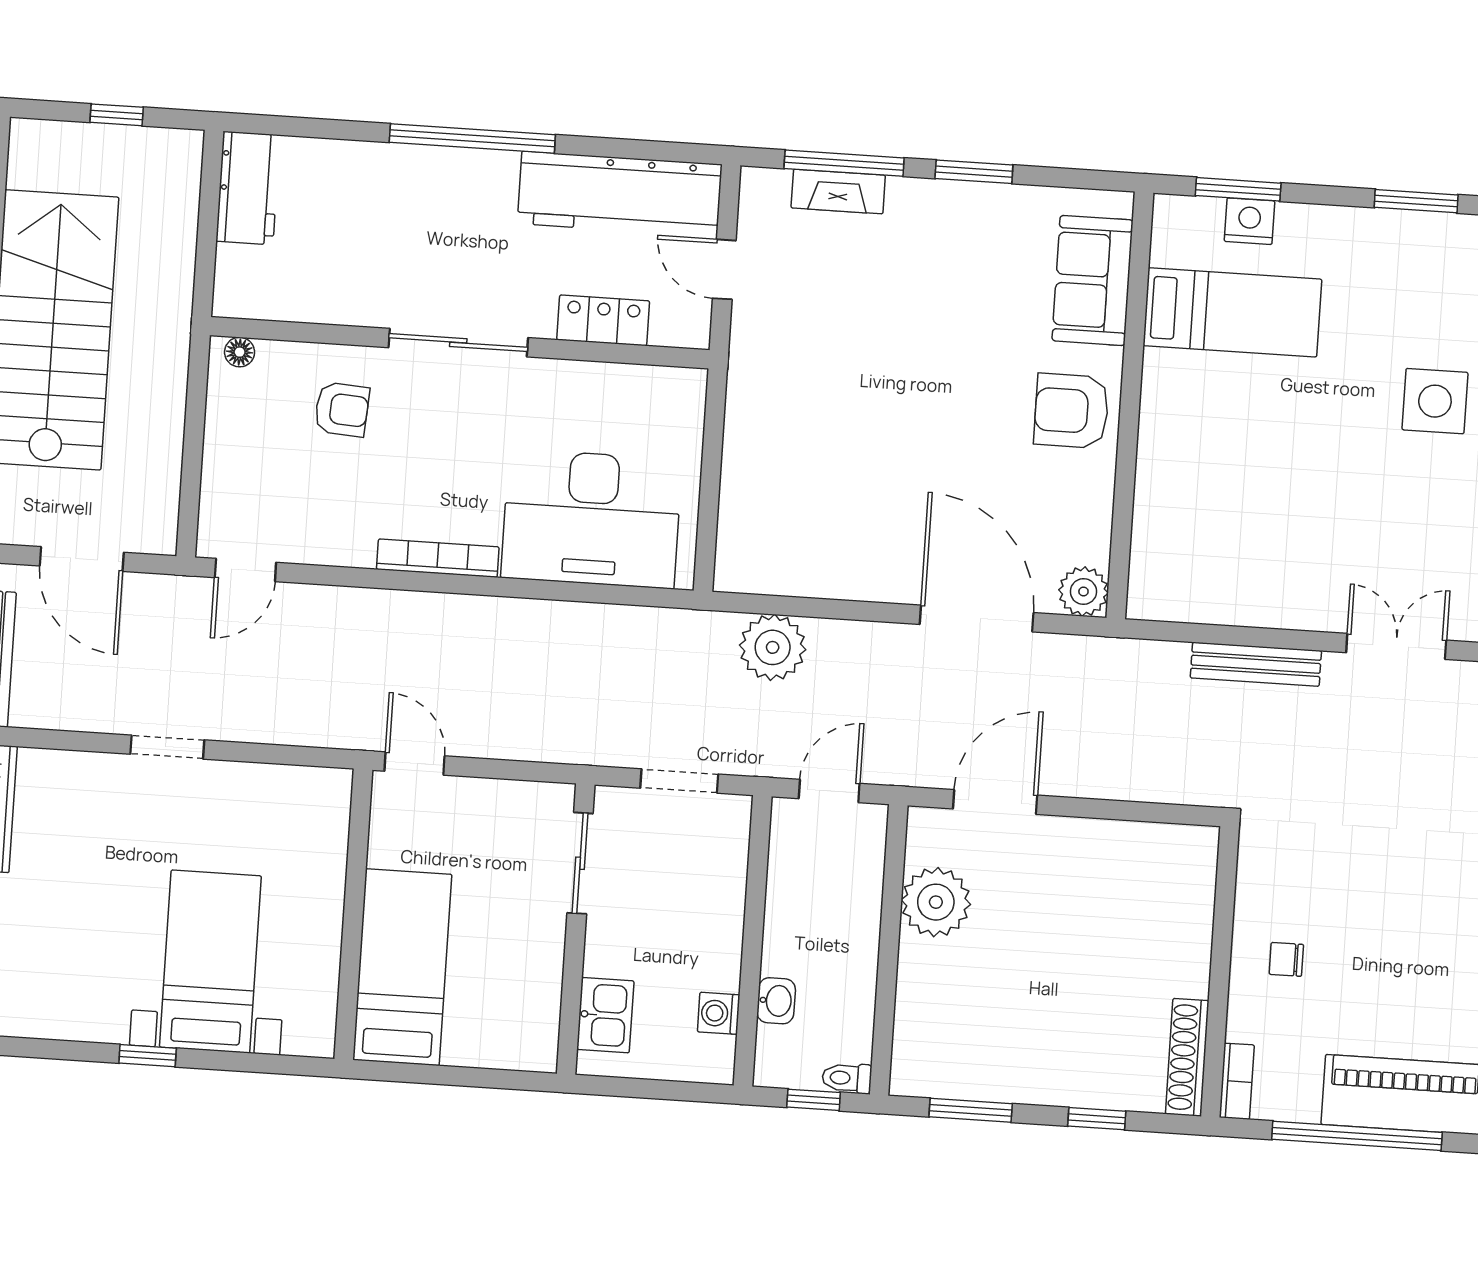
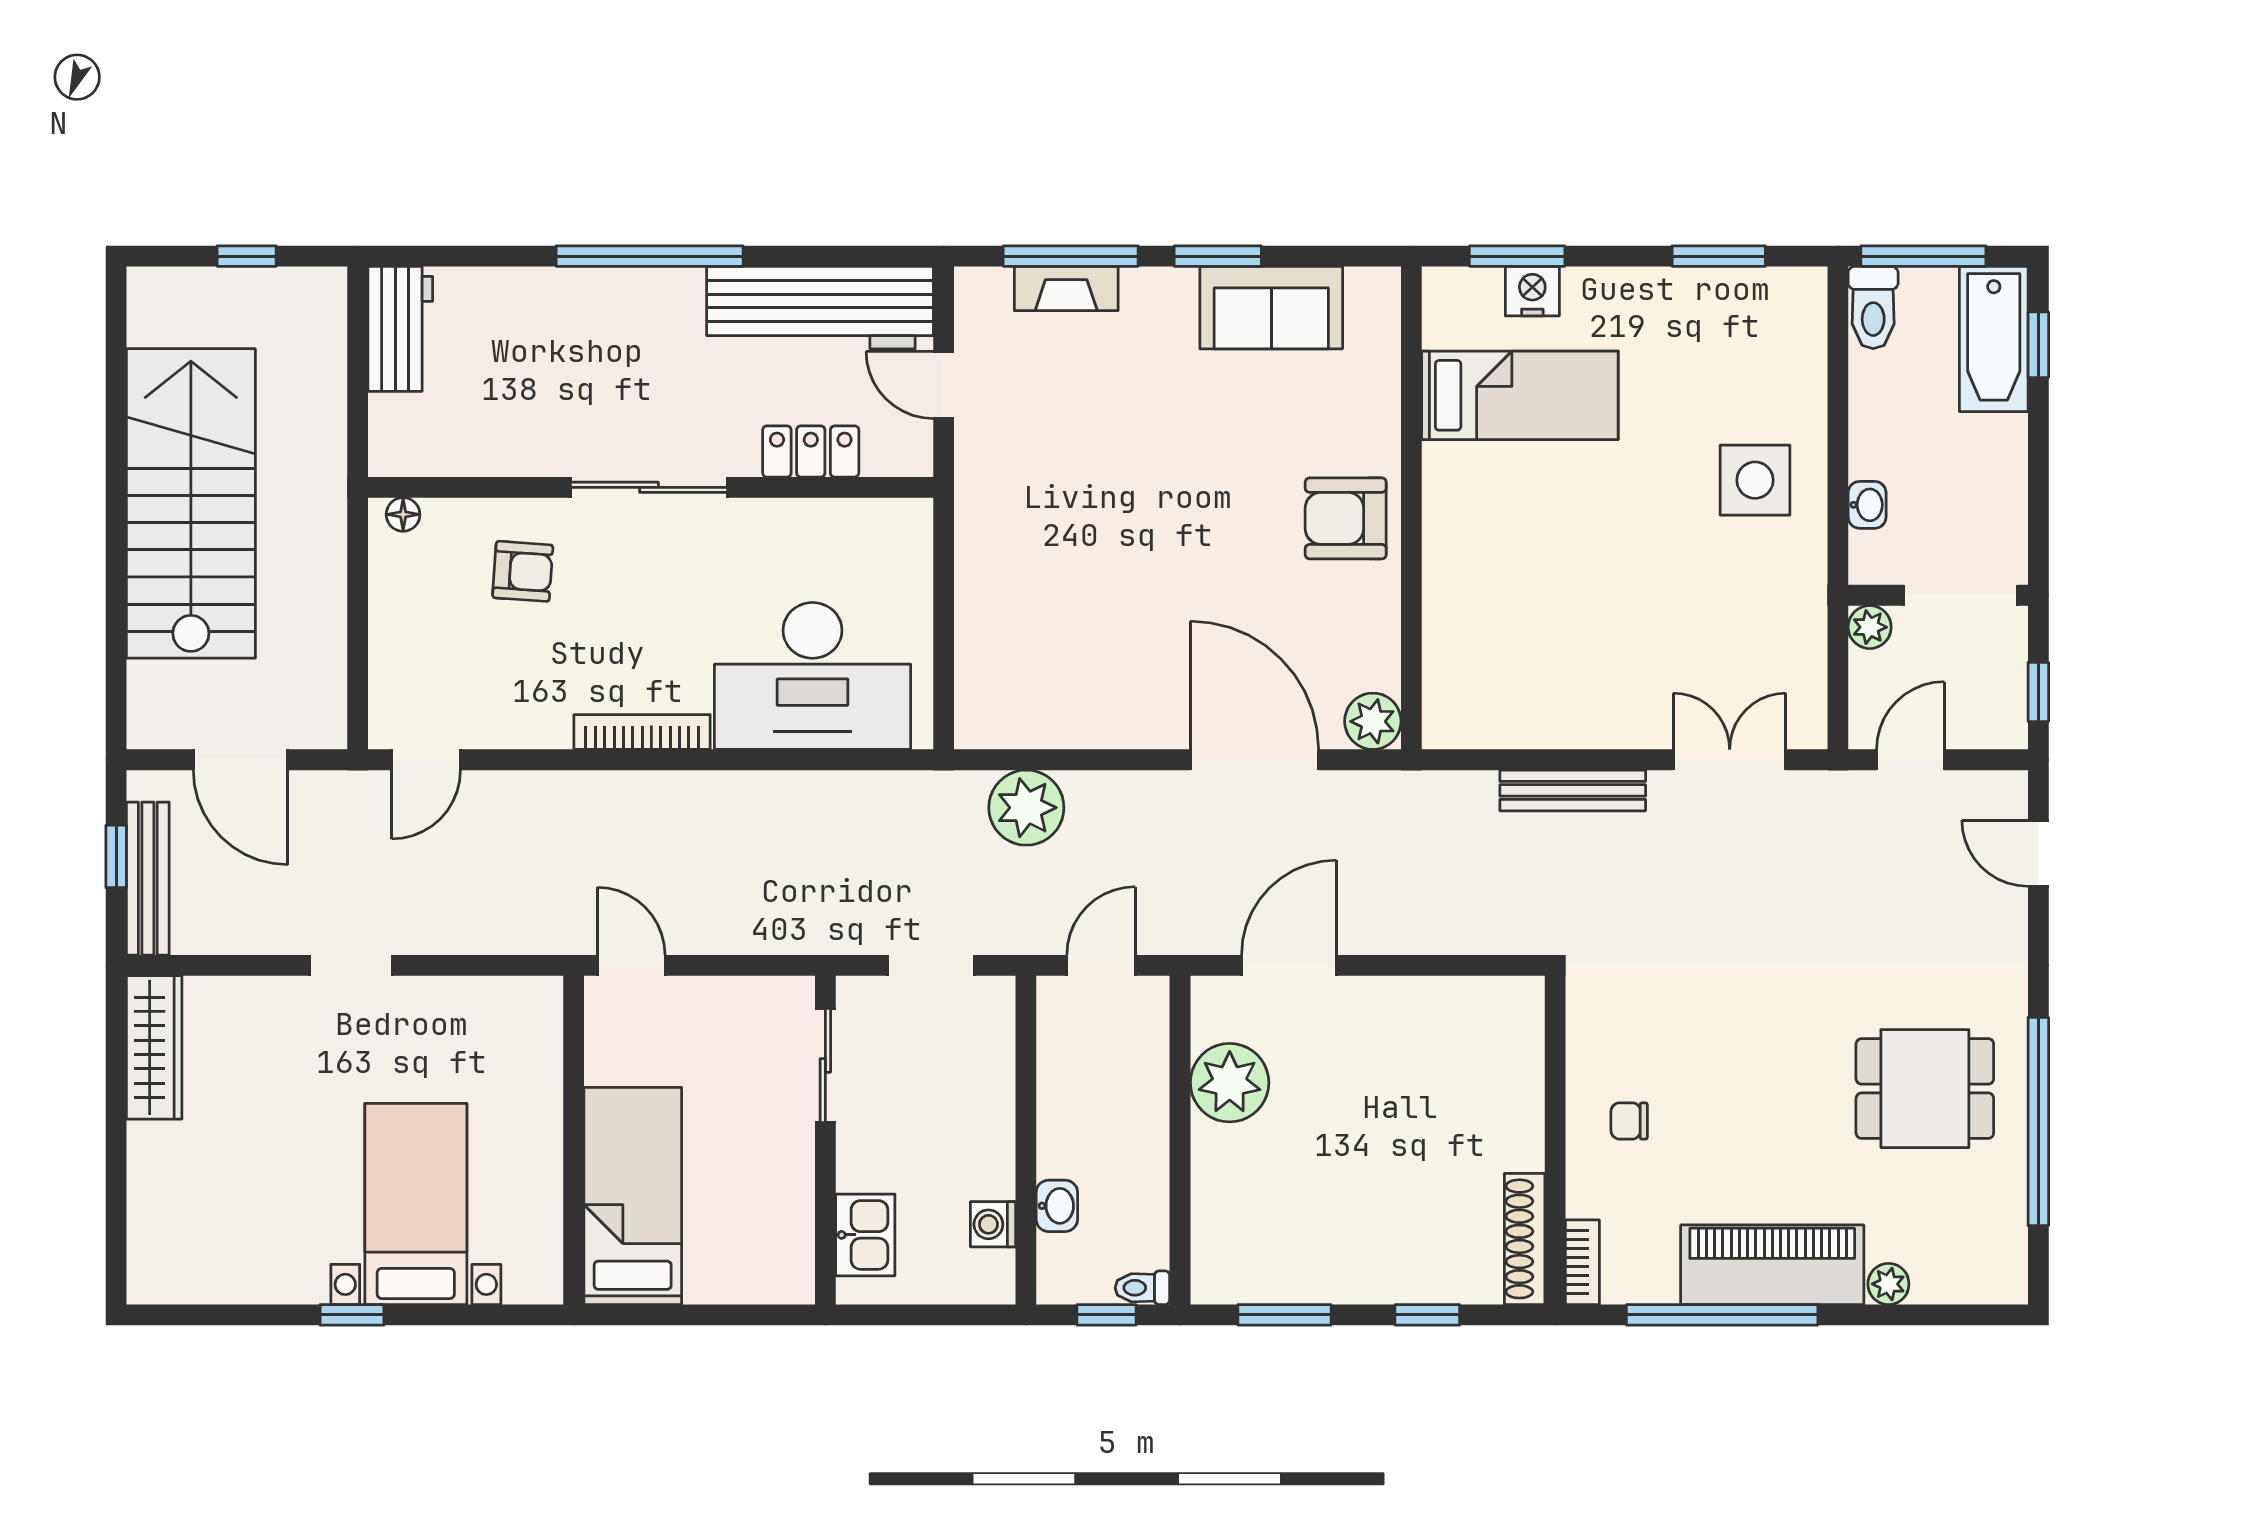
sofa: (1093, 280) -> (1271, 308), moved, turned -90

